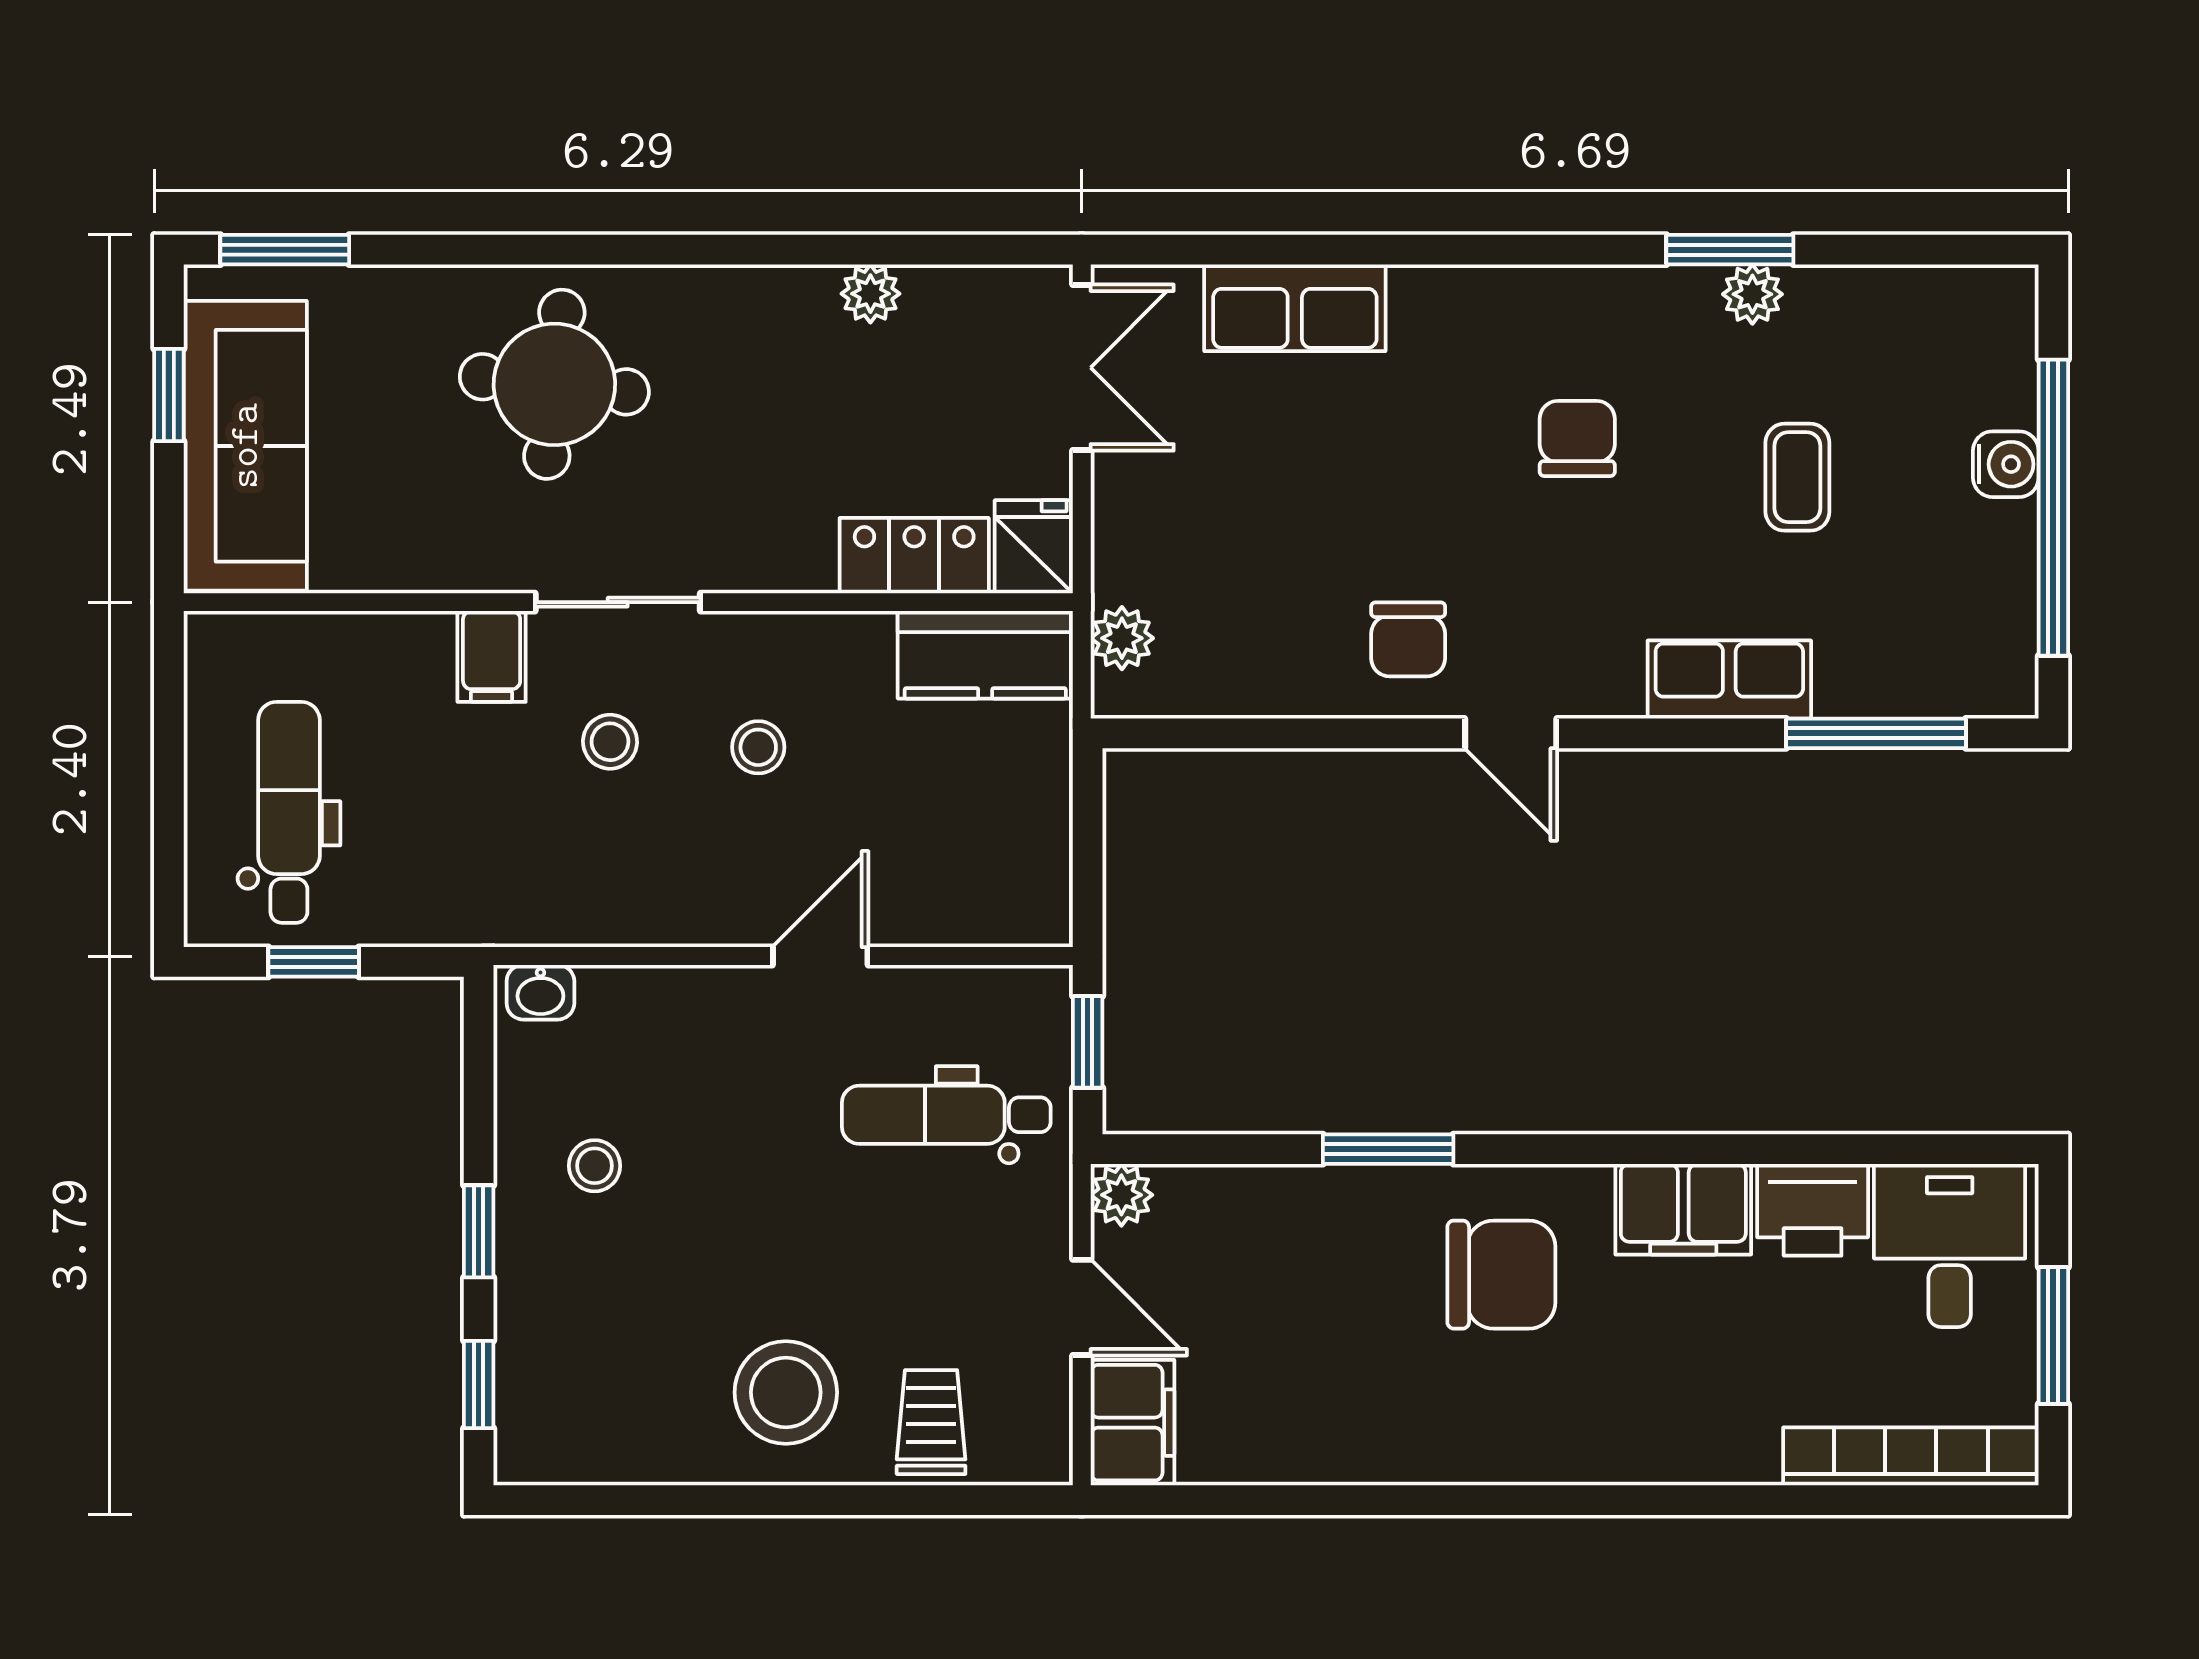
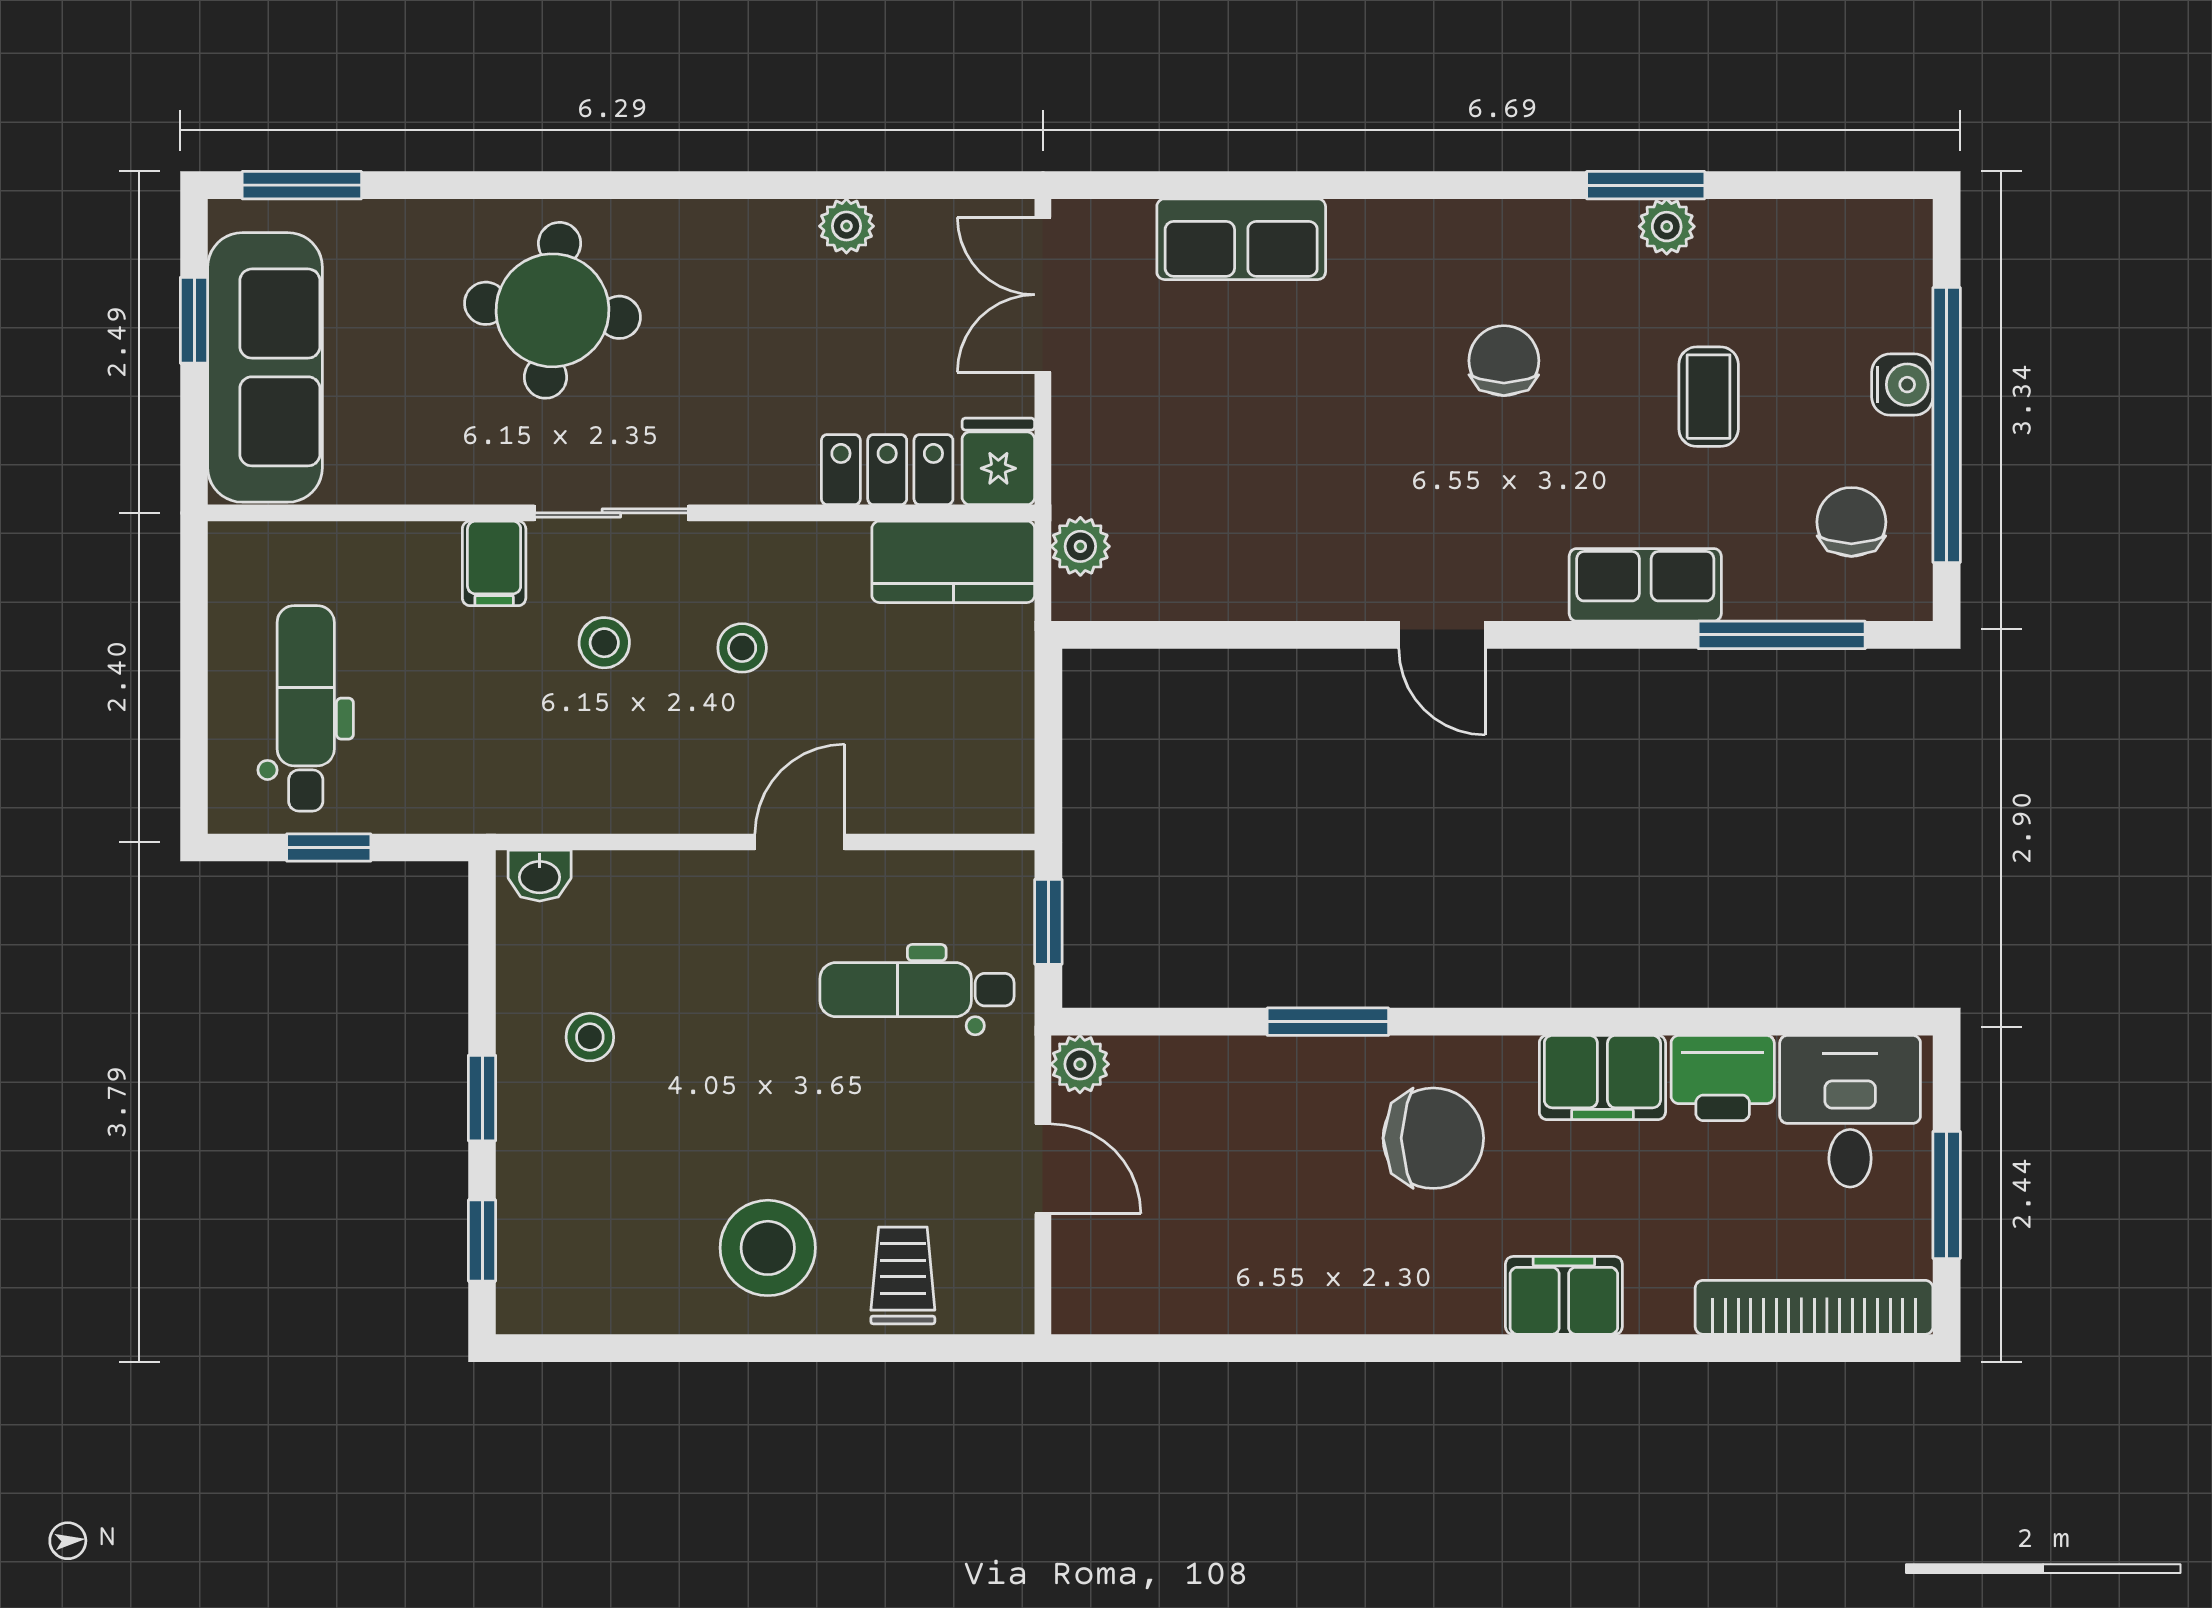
double door: (1082, 368) -> (1043, 295), swing flipped
chair: (1408, 639) -> (1851, 522), moved, turned 180
filing cabinet: (1132, 1423) -> (1564, 1295), moved, turned -90

